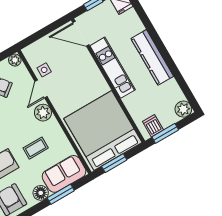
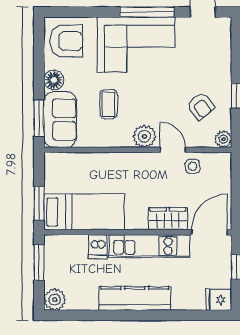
wardrobe: (88, 66) -> (168, 219), added
dishwasher: (153, 126) -> (98, 247), moved, turned 90
bed: (103, 130) -> (84, 212), width x0.49
window: (114, 163) -> (39, 203), moved
window: (61, 194) -> (39, 118), moved

